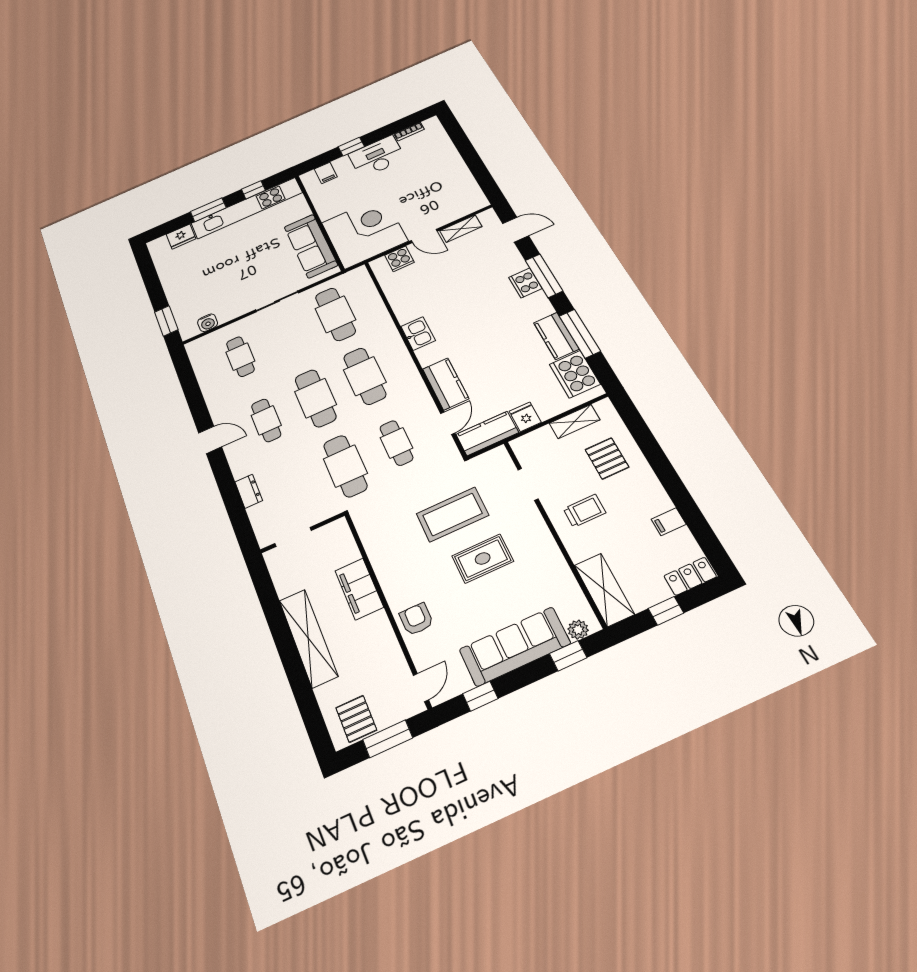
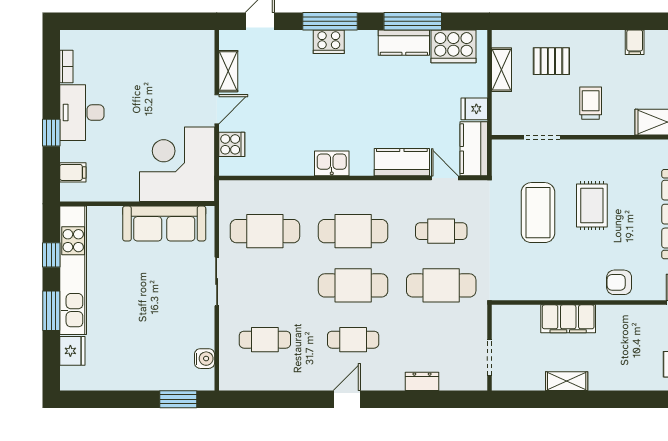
shelving: (308, 638) -> (567, 381), width x0.45, depth x0.75

